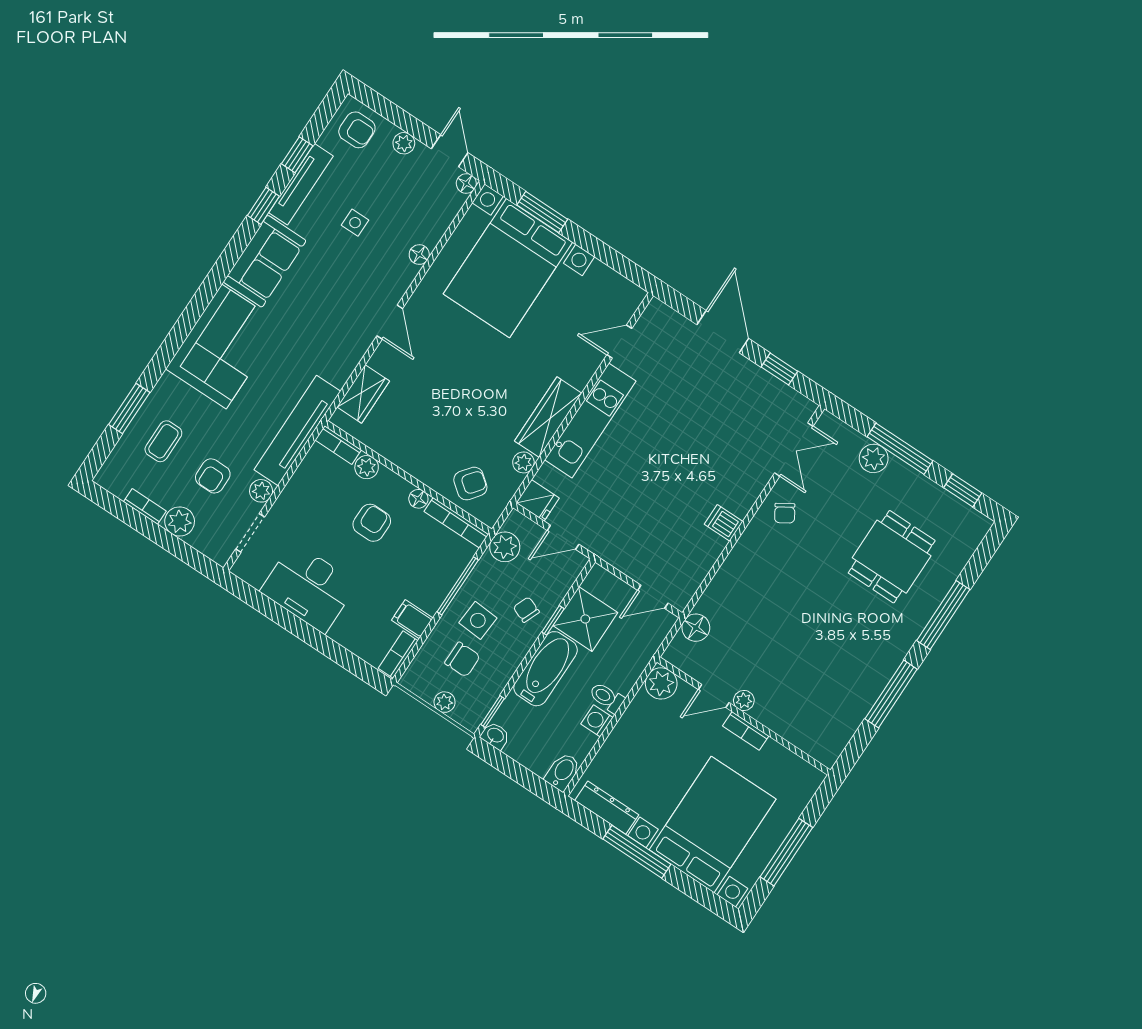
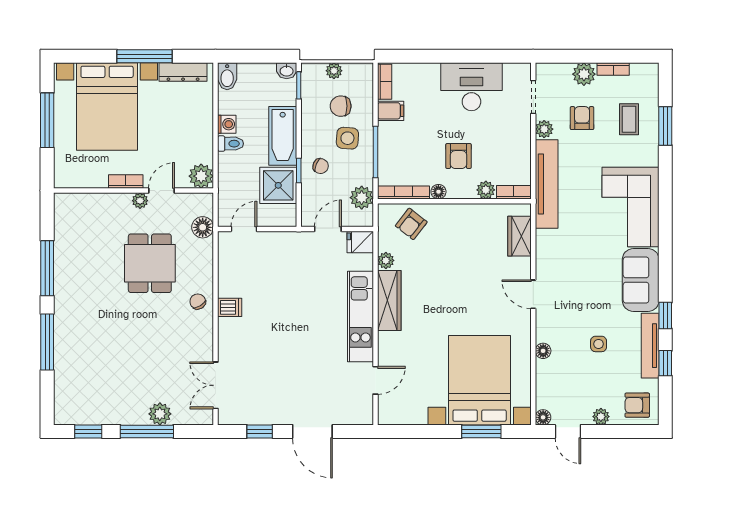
chair: (785, 513) -> (198, 302), moved
dining table: (892, 557) -> (150, 263), moved

